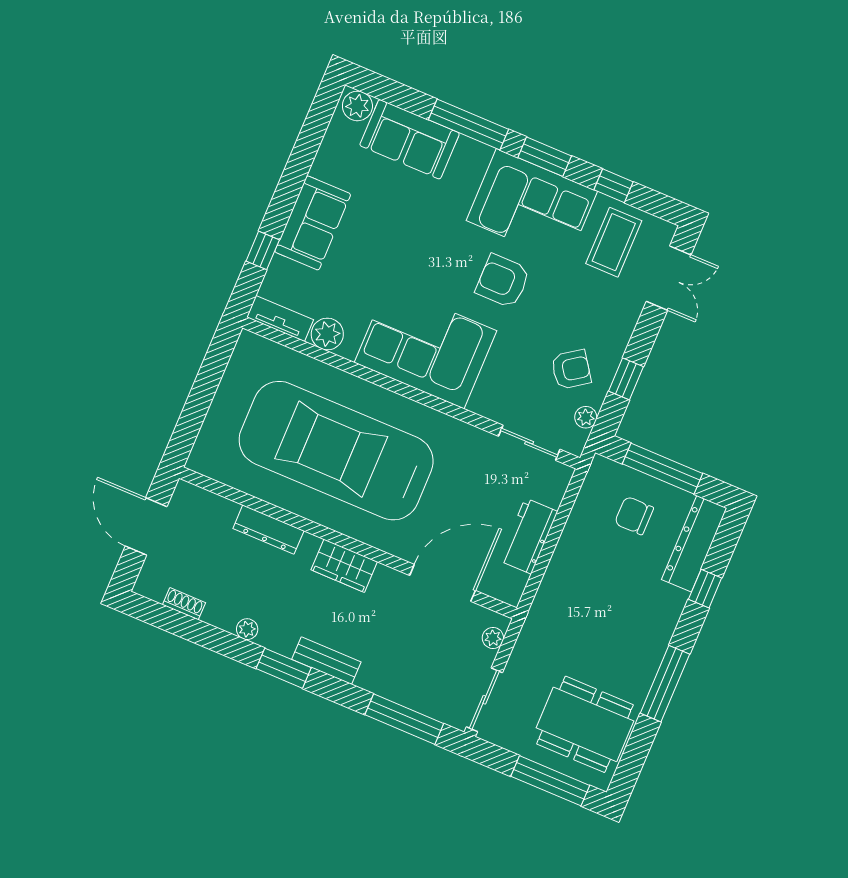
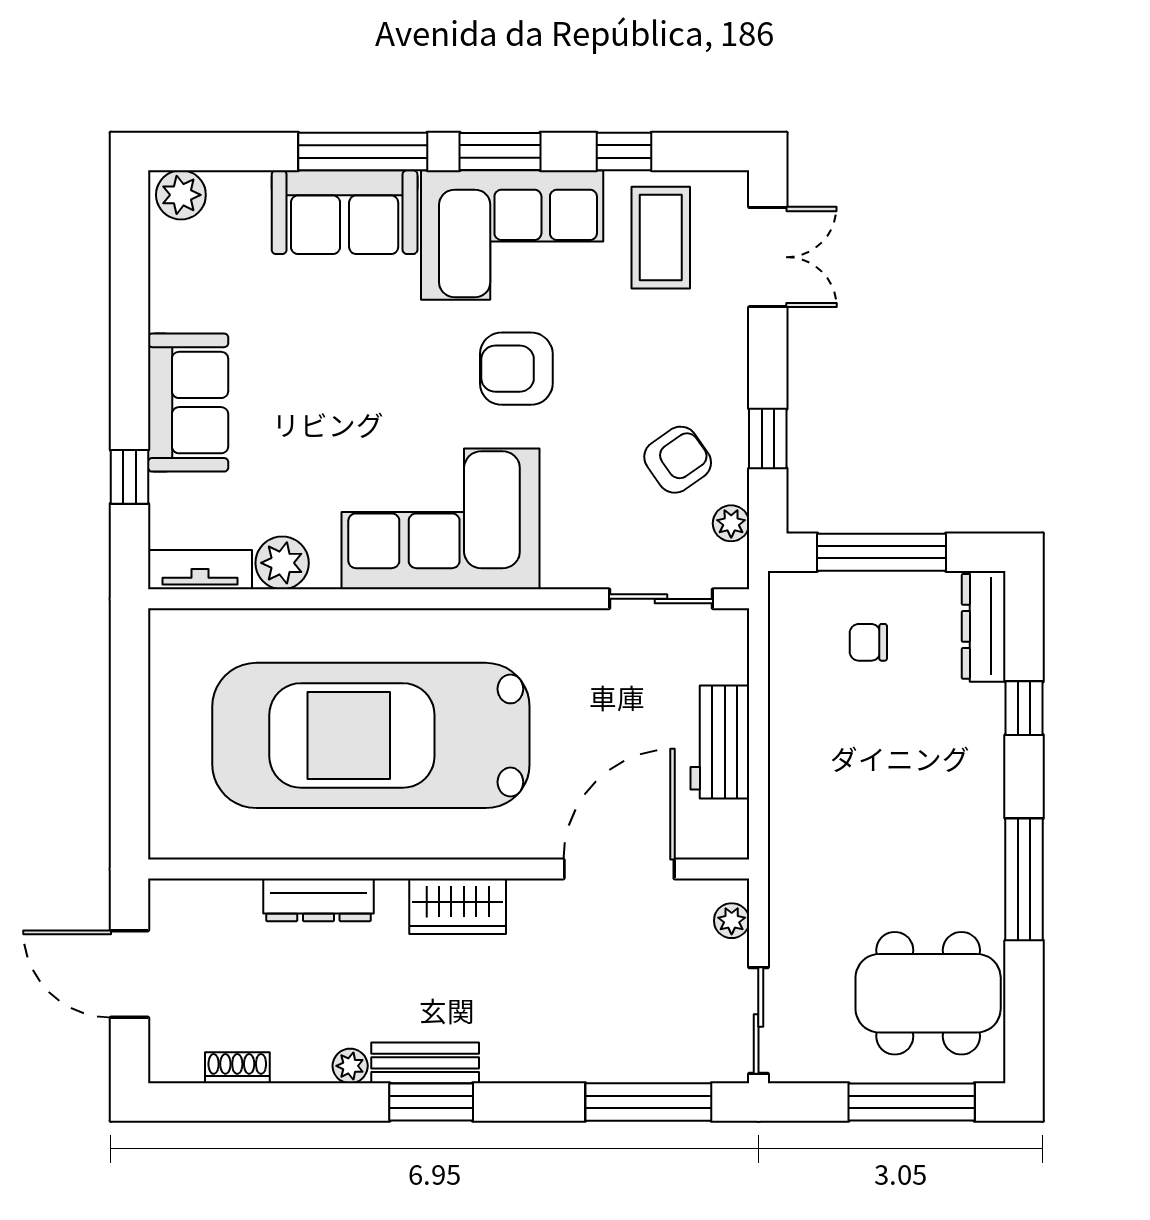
sofa: (410, 139) -> (345, 212), moved
chair: (634, 516) -> (868, 642), width x0.73, depth x0.73
dresser: (694, 544) -> (984, 626), width x0.73, depth x0.80
bench: (326, 661) -> (425, 1063), moved

